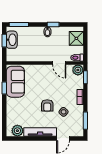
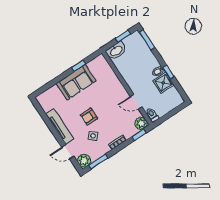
shower: (76, 38) -> (163, 83), moved
washbasin: (12, 40) -> (116, 51), moved
door: (59, 63) -> (136, 102), hinge flipped
sofa: (15, 82) -> (76, 82), moved
plant: (17, 131) -> (84, 161), moved

